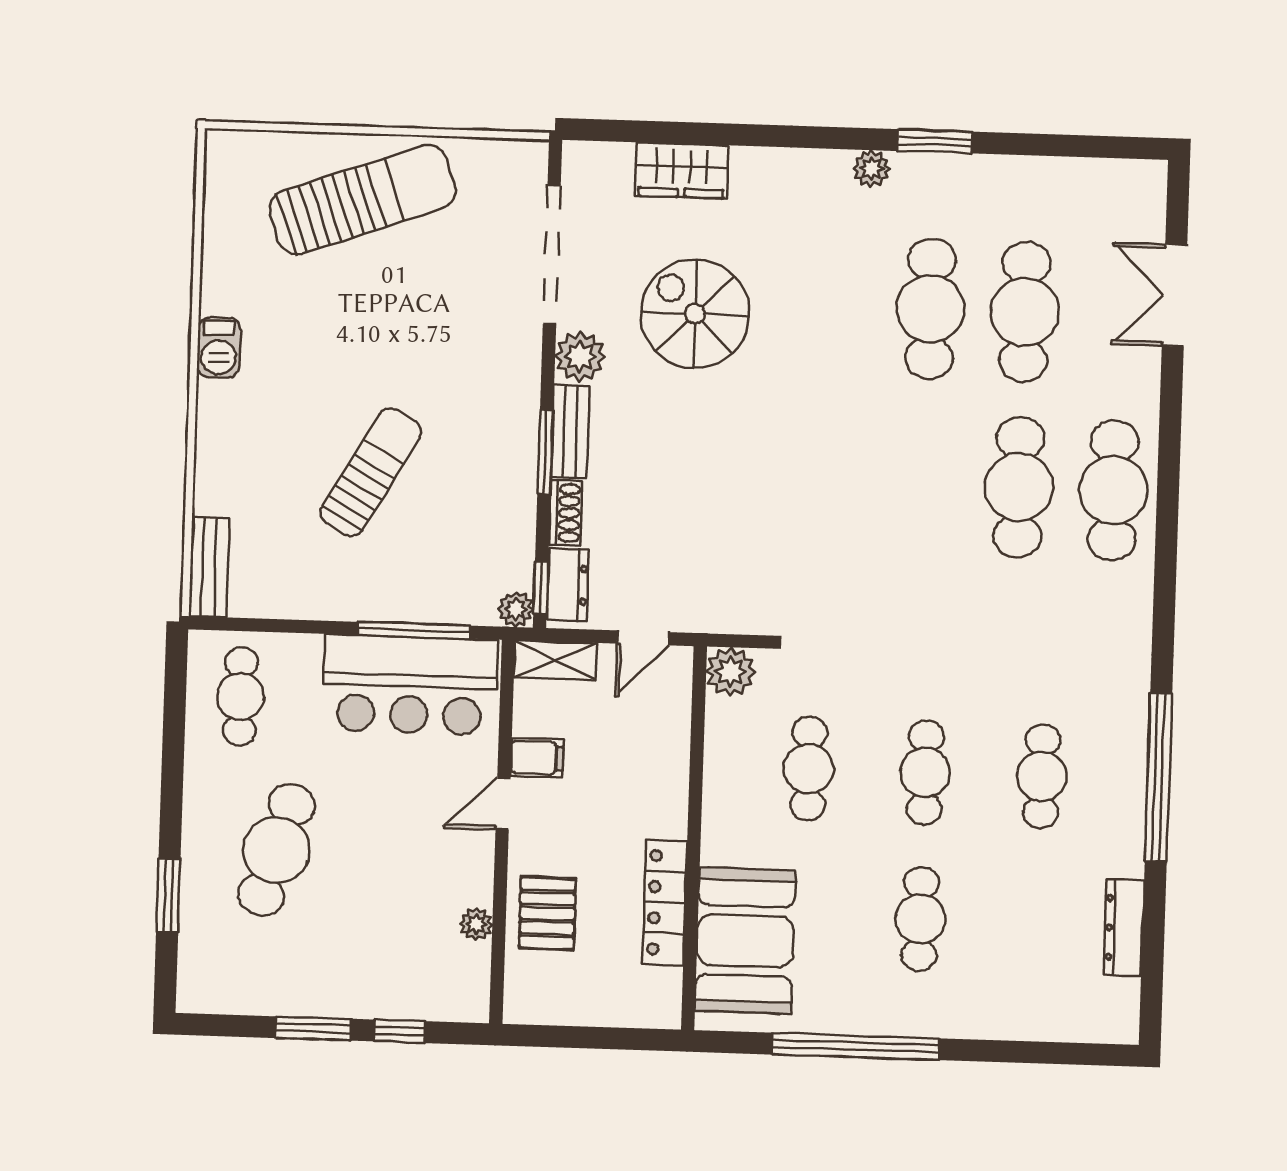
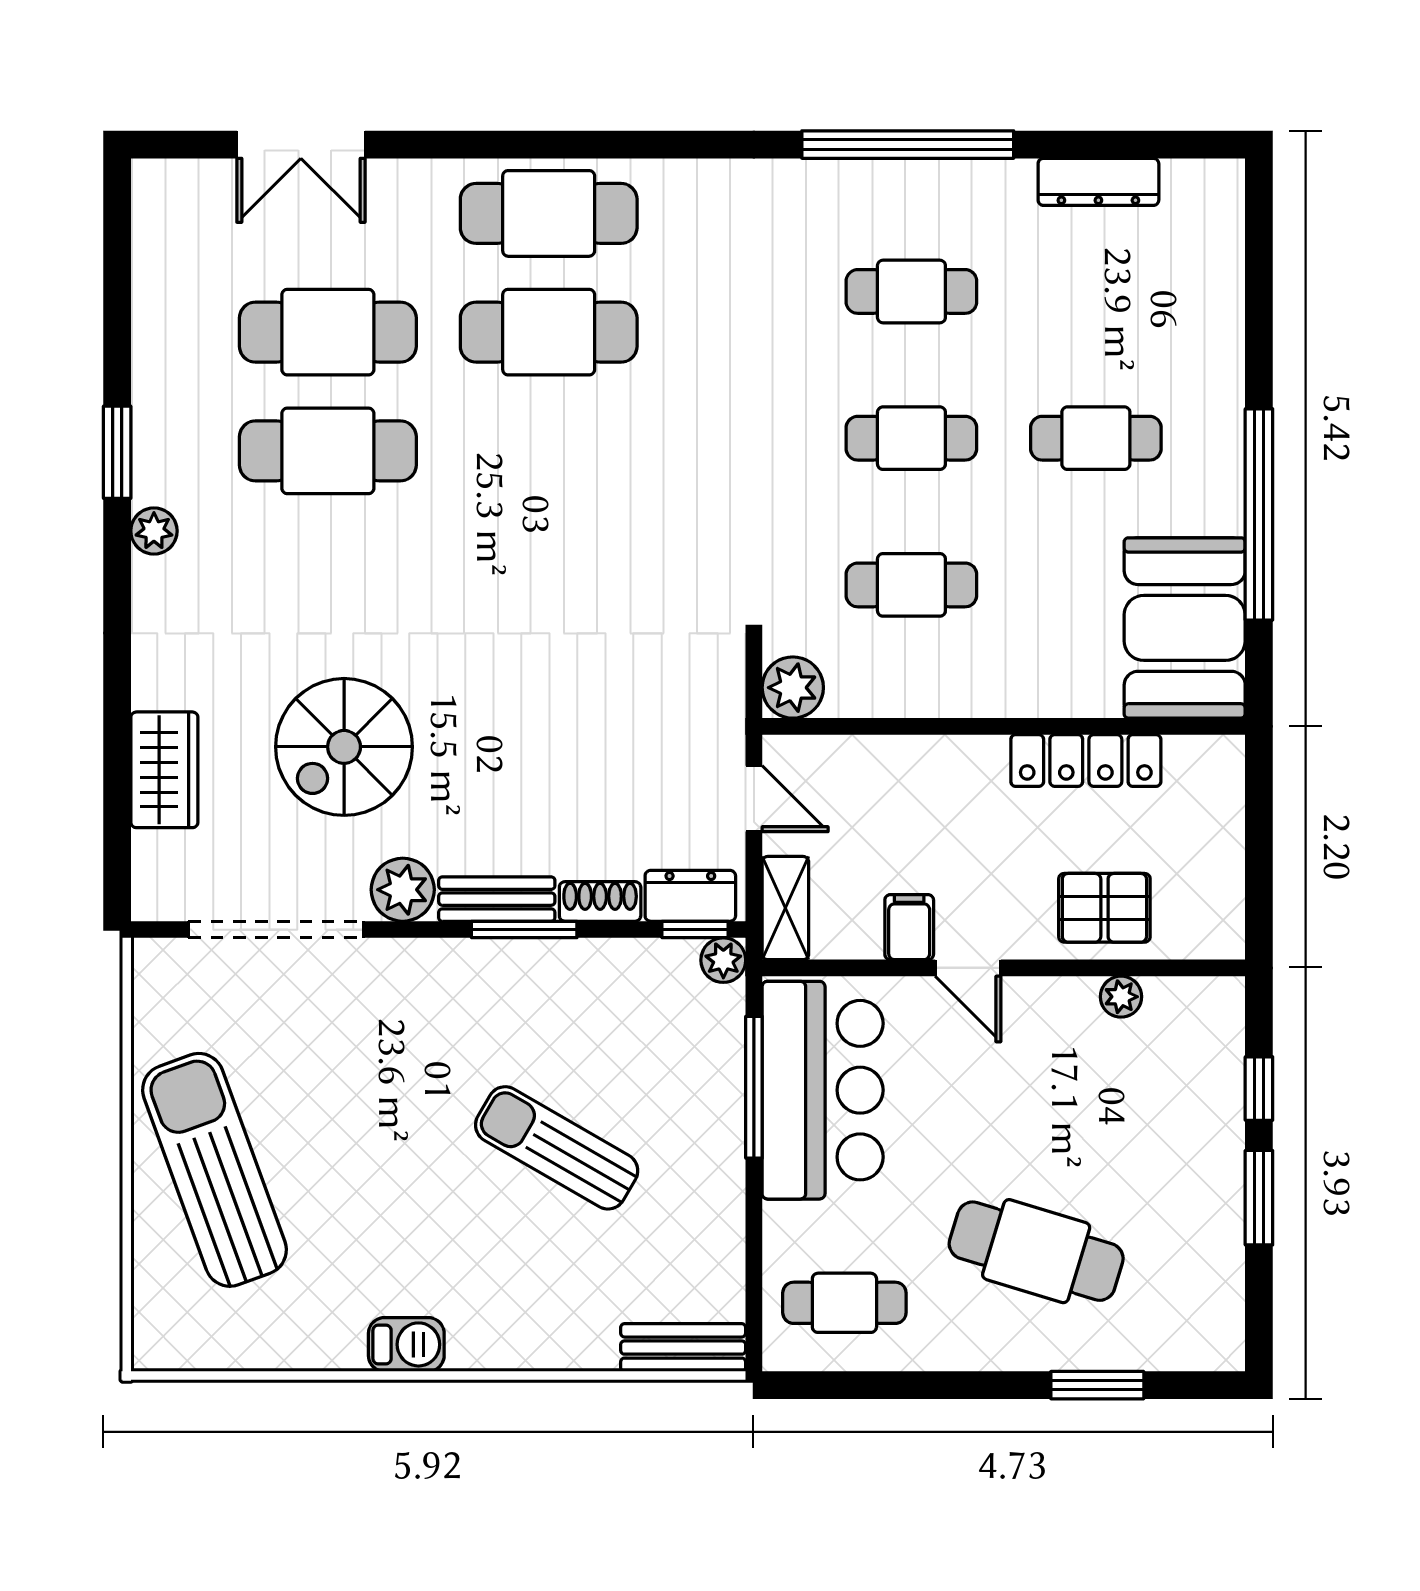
booth: (745, 941) -> (1185, 628), moved, turned 90

